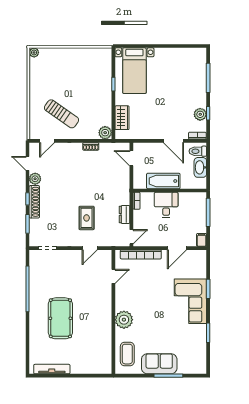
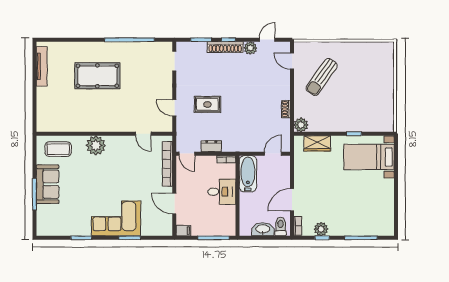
plant: (34, 52) -> (389, 47), removed
bathtub: (163, 181) -> (248, 174), moved

